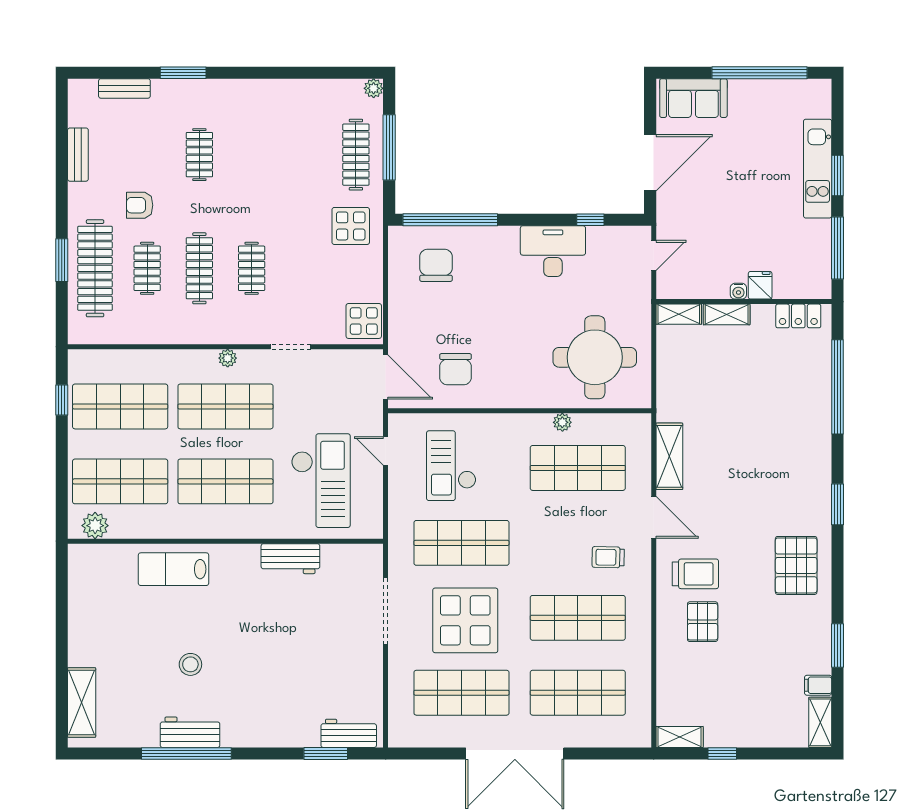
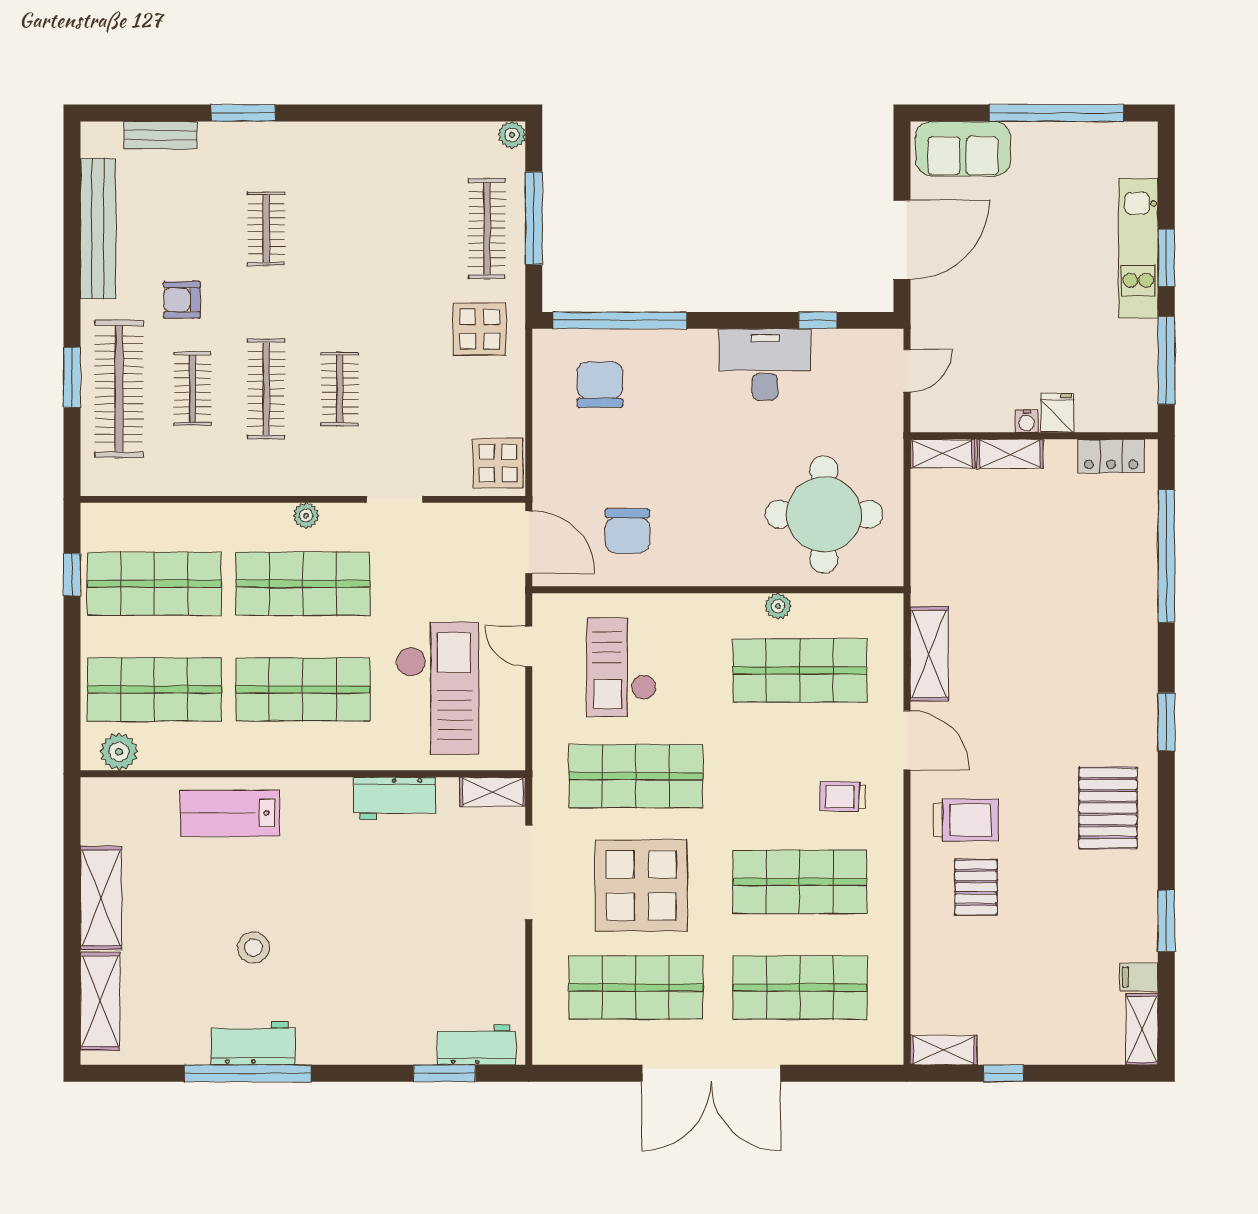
bench: (78, 155) -> (98, 228), width x1.86, depth x1.21
shelving: (360, 554) -> (493, 792), added
shelving: (82, 629) -> (101, 898), added

